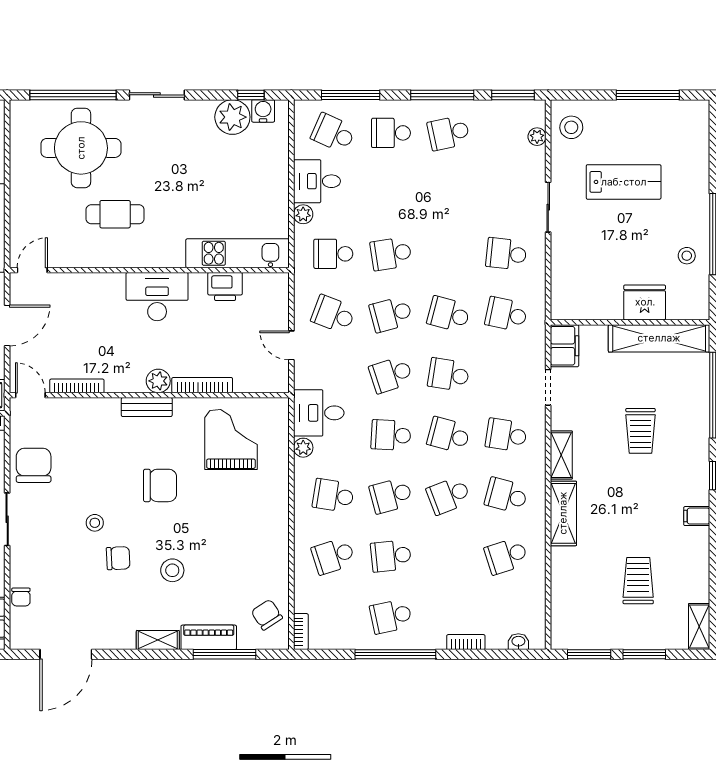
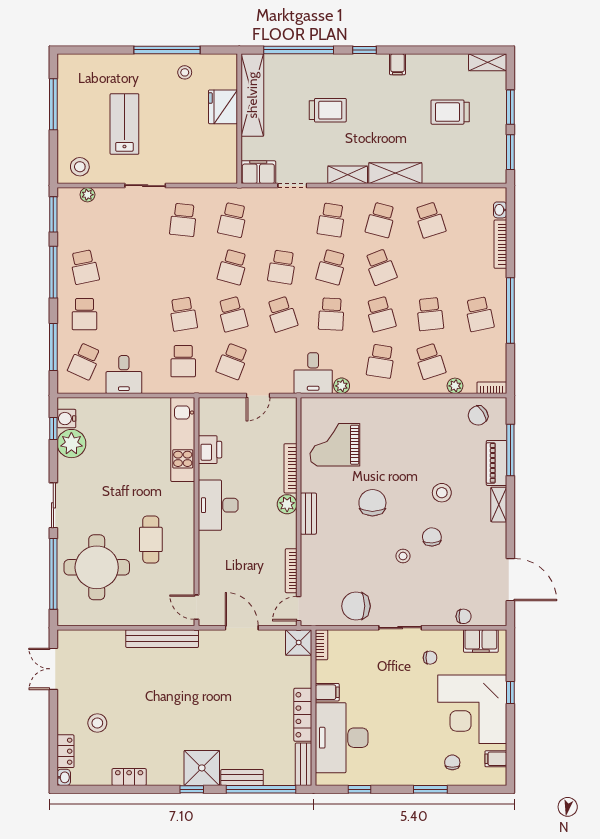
plant: (303, 214) -> (455, 386), moved
bookcase: (466, 642) -> (500, 244), width x1.56

